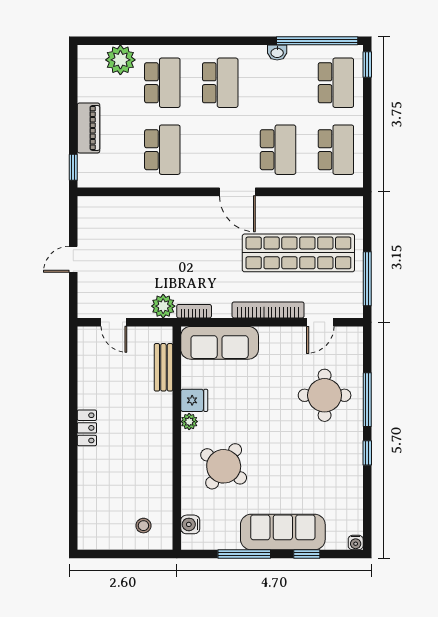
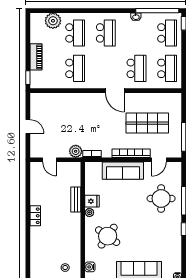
shop shelf: (298, 253) -> (147, 123), width x0.71
door: (73, 259) -> (28, 126), swing flipped
sofa: (220, 343) -> (123, 171), moved
bench: (163, 367) -> (76, 199), moved

